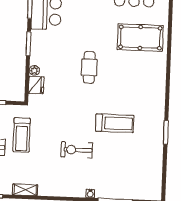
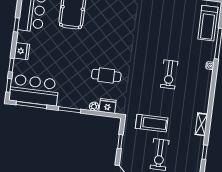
cafe table: (89, 67) -> (106, 75), moved
treadmill: (115, 123) -> (208, 23), moved, turned 180

